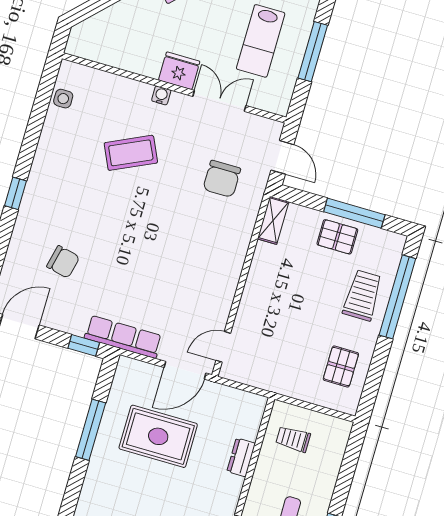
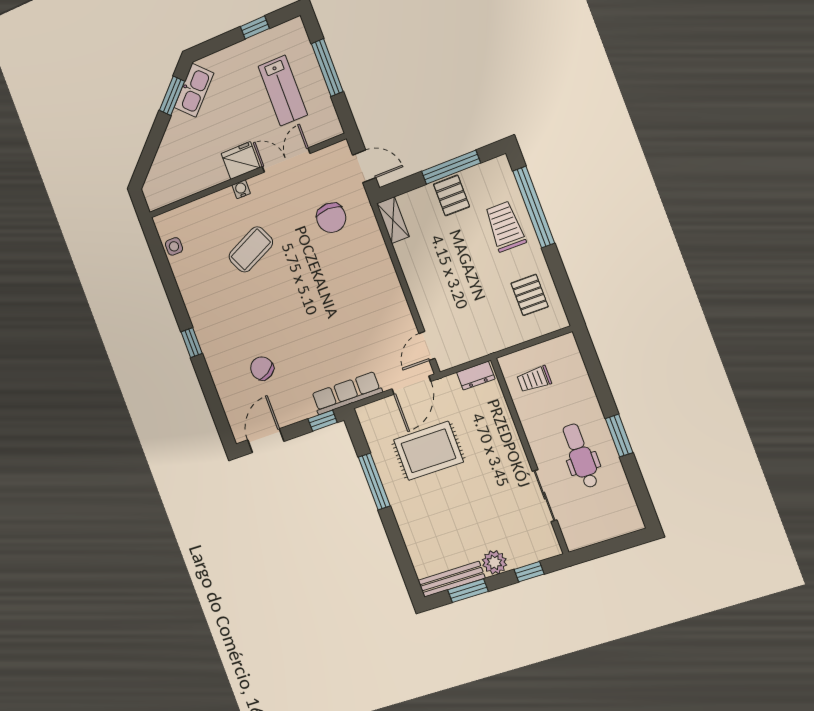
pallet: (337, 237) -> (452, 195), turned 90
chair: (63, 262) -> (262, 368), turned -134
dresser: (241, 457) -> (476, 376), moved, turned -90

